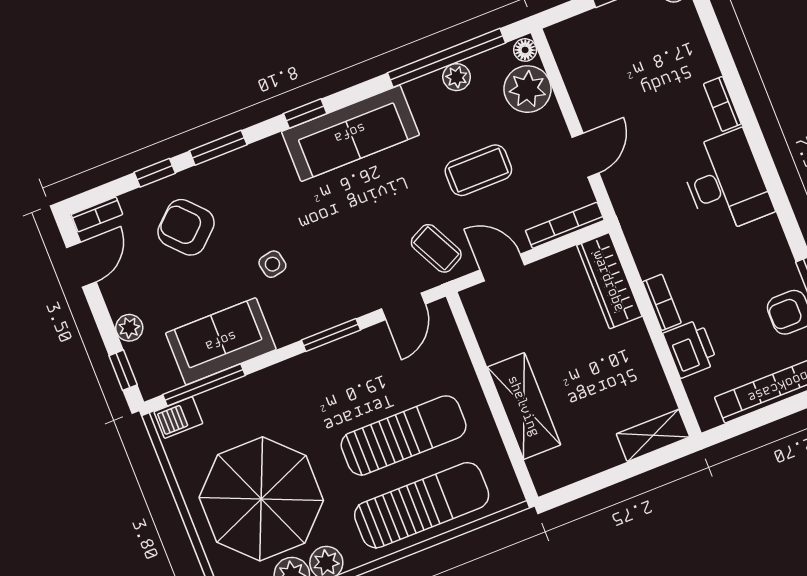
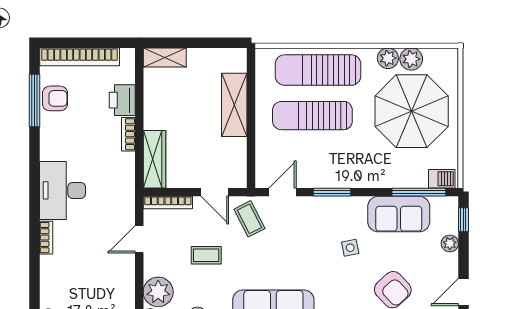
coffee table: (478, 170) -> (206, 255), width x0.73, depth x0.77

